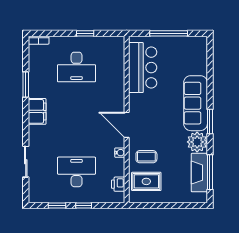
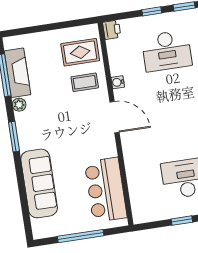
sofa: (196, 103) -> (39, 183), moved
plant: (197, 142) -> (19, 105), width x0.53, depth x0.53
printer: (118, 184) -> (112, 30), moved

